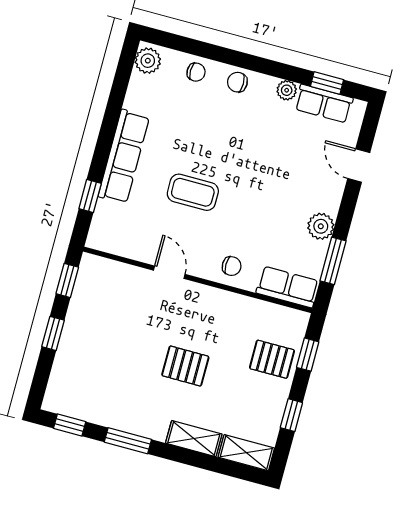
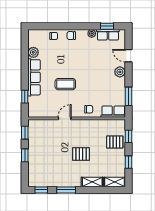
plant: (148, 61) -> (33, 52), moved
plant: (321, 226) -> (120, 72), moved
door: (169, 272) -> (65, 118), hinge flipped

